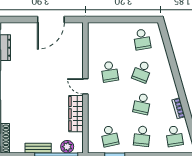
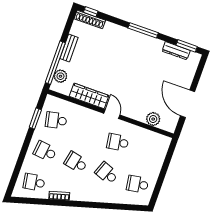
plant: (76, 46) -> (153, 119), added
door: (85, 86) -> (112, 114), hinge flipped

